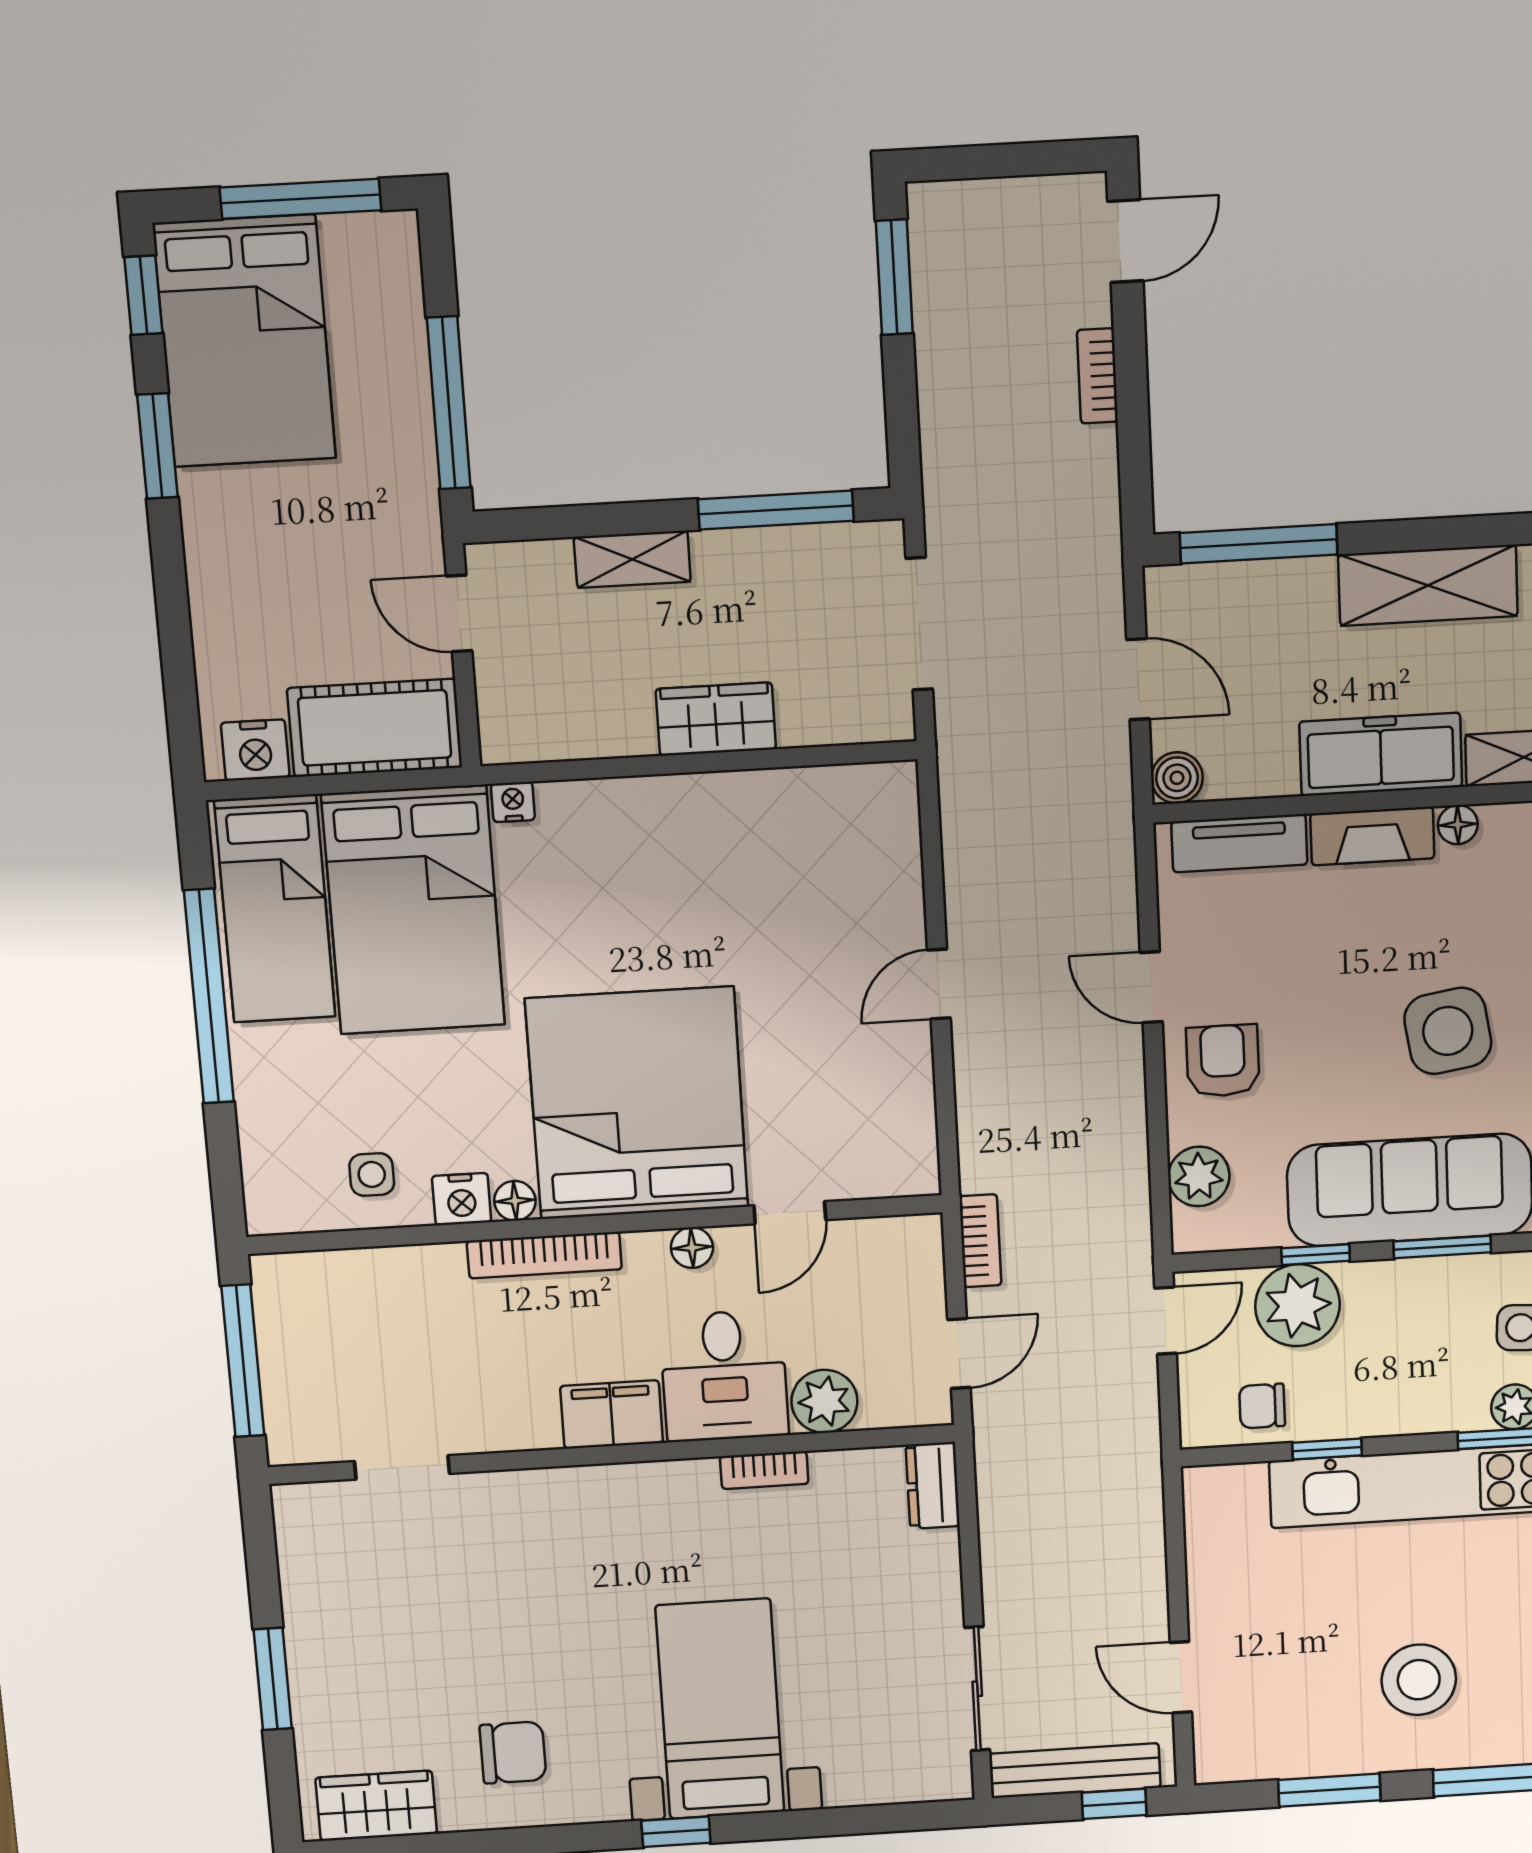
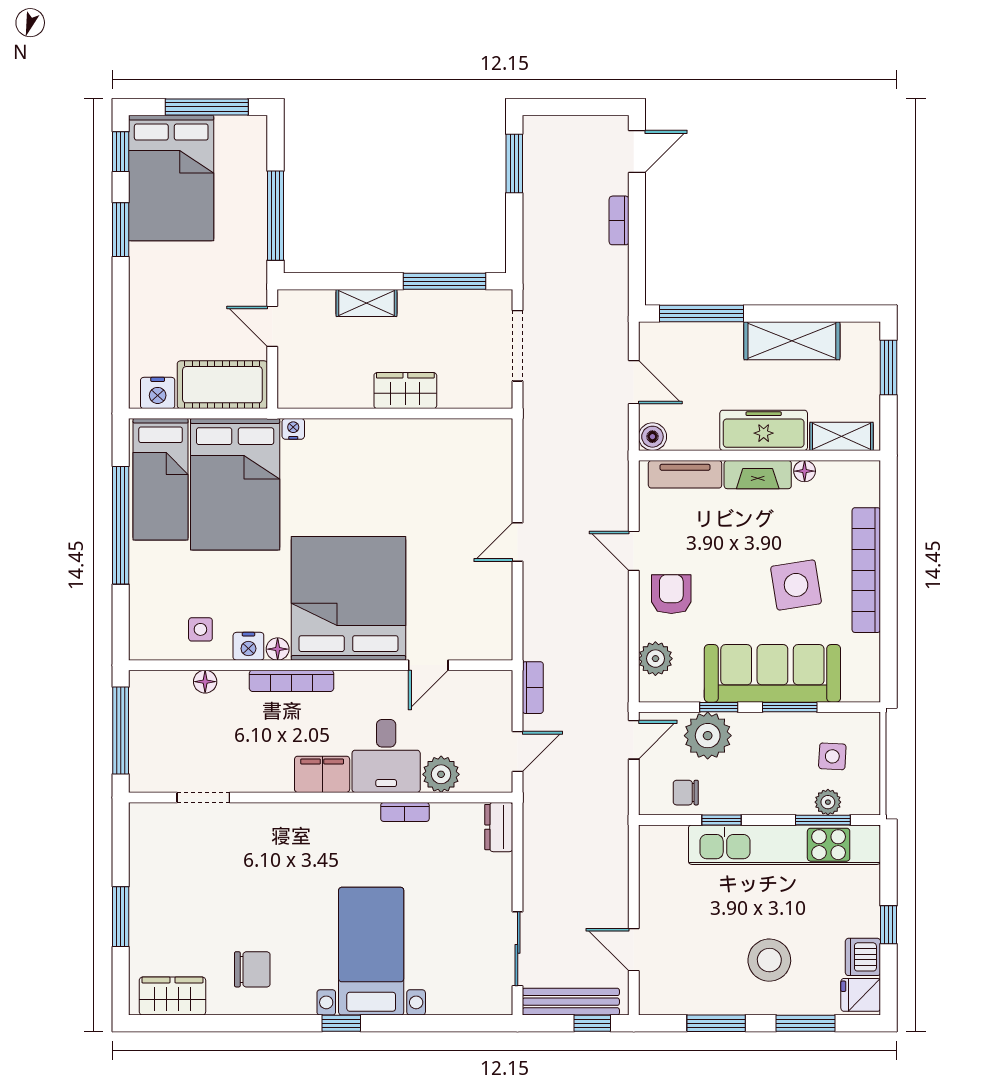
floor lamp: (692, 1248) -> (205, 682), moved

